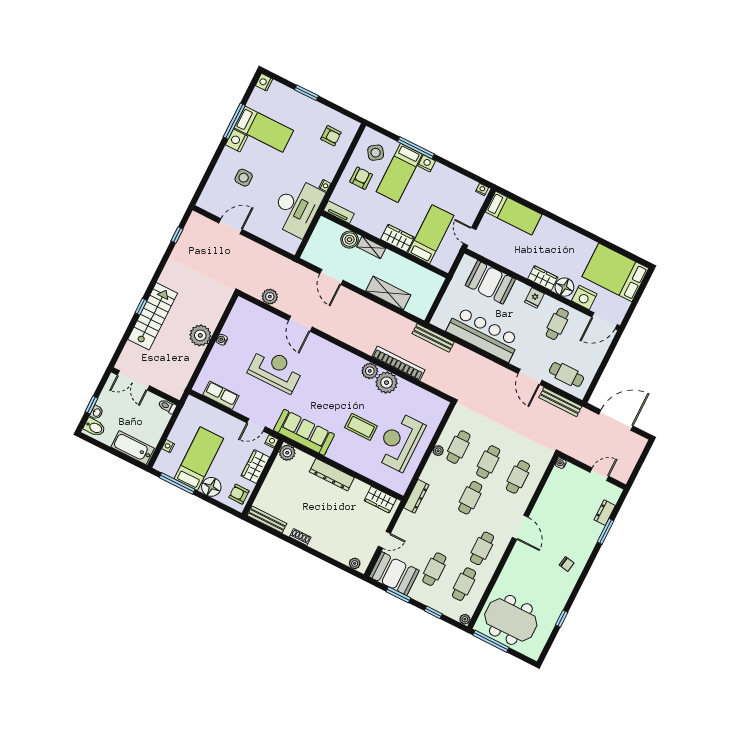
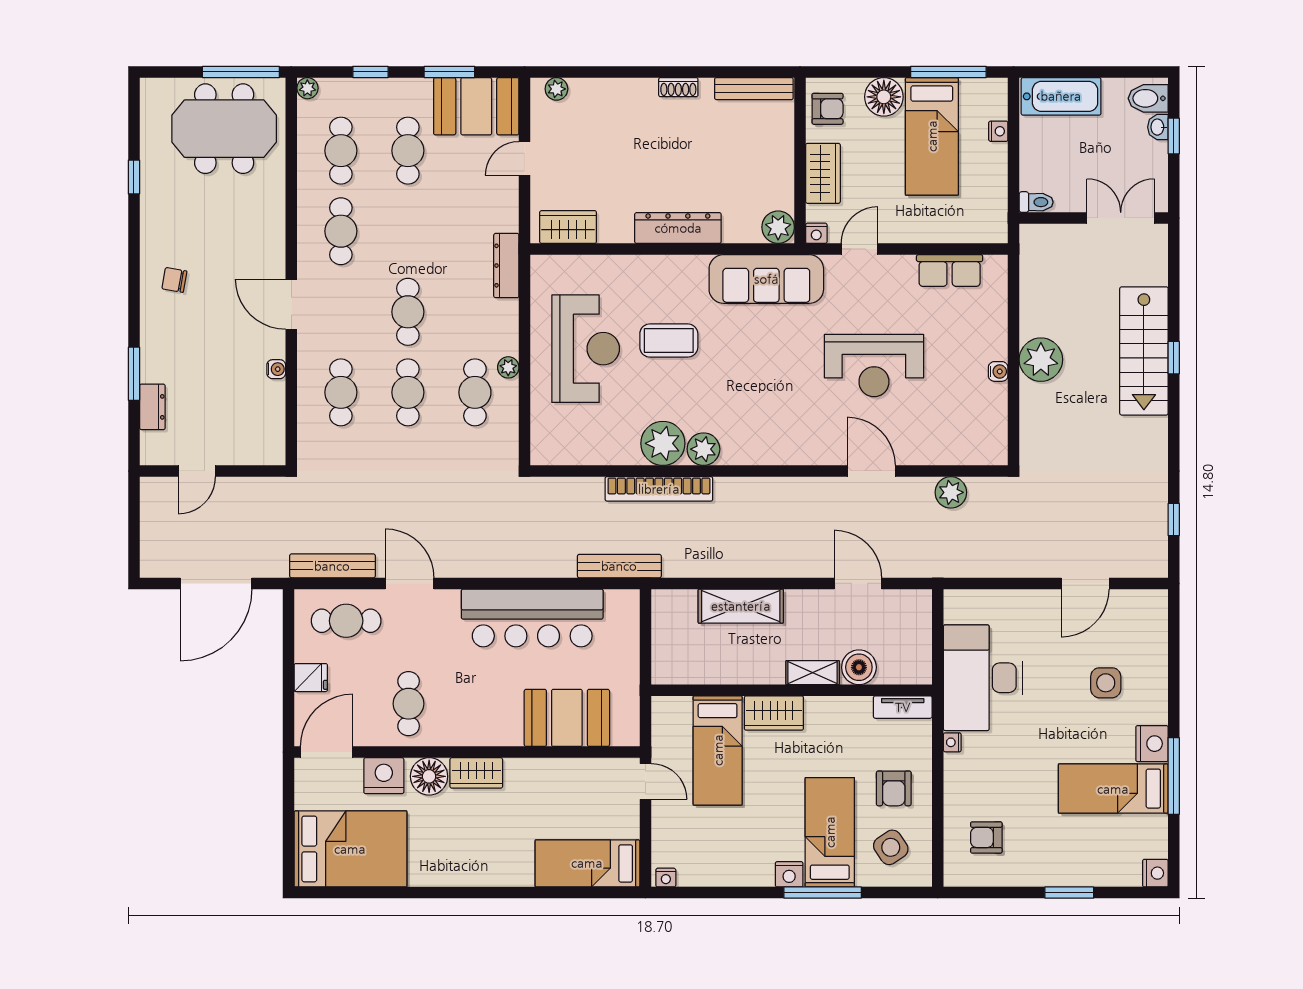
fridge: (534, 298) -> (311, 678), moved, turned 90
water cooler: (561, 463) -> (276, 369), moved

